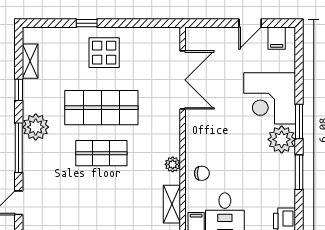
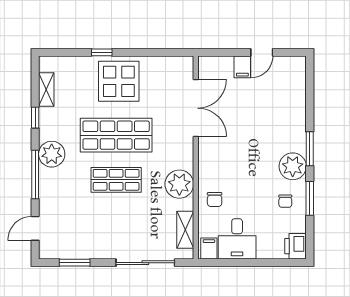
filing cabinet: (277, 38) -> (242, 67), moved
display table: (104, 53) -> (119, 81), width x1.36, depth x1.36
corner desk: (270, 98) -> (281, 126), removed
plant: (173, 164) -> (179, 184), width x1.87, depth x1.87
chair: (202, 173) -> (215, 200), turned 90
chair: (274, 175) -> (285, 201), added

